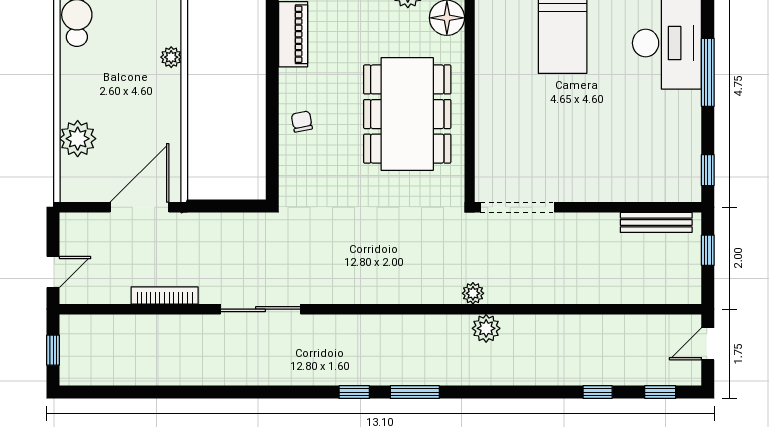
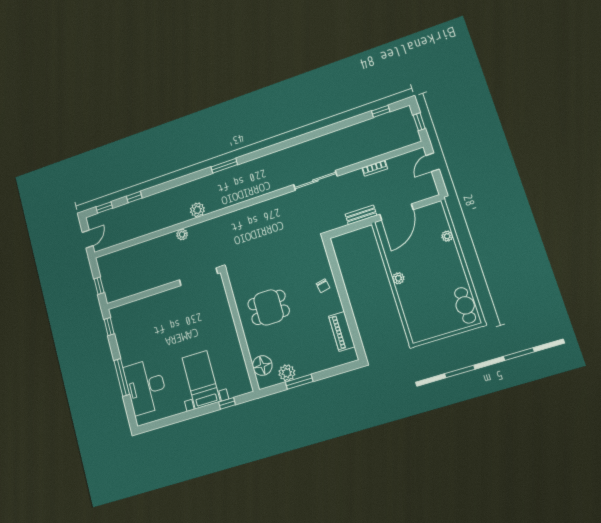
plant: (171, 57) -> (398, 278), moved
dining table: (407, 114) -> (269, 307), width x0.53, depth x0.80
plant: (78, 139) -> (447, 236), width x0.53, depth x0.53
bench: (656, 222) -> (361, 215), moved, width x0.73
plant: (473, 293) -> (182, 234), moved
bookcase: (165, 296) -> (375, 168), width x0.64
window: (354, 392) -> (381, 111), moved

